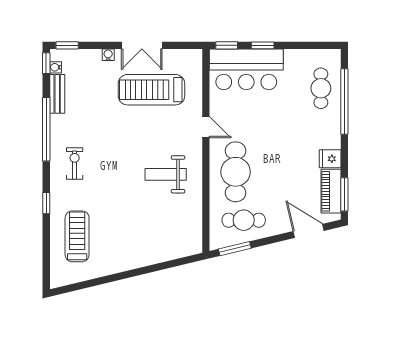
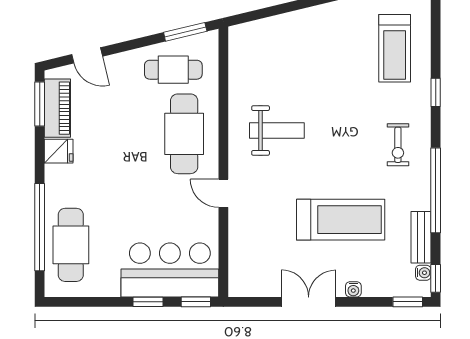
cafe table: (321, 88) -> (71, 245), width x1.37, depth x1.35
treadmill: (151, 90) -> (341, 220), moved
door: (309, 231) -> (87, 55), width x0.73

